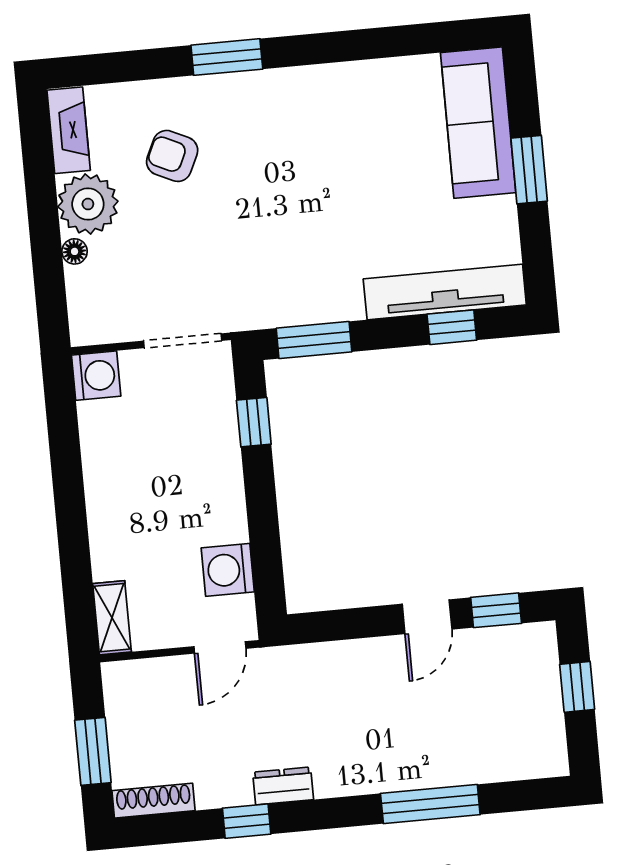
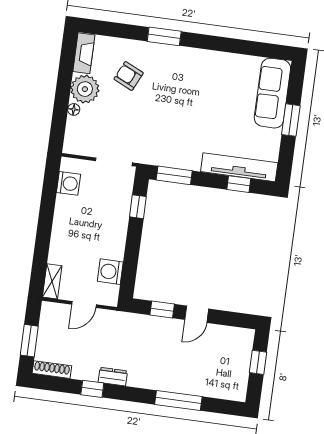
washing machine: (96, 376) -> (69, 183), moved
window: (496, 610) -> (162, 310), moved
door: (220, 647) -> (84, 304), moved

